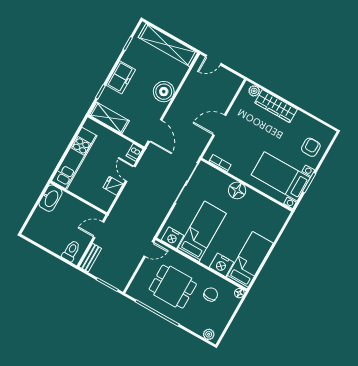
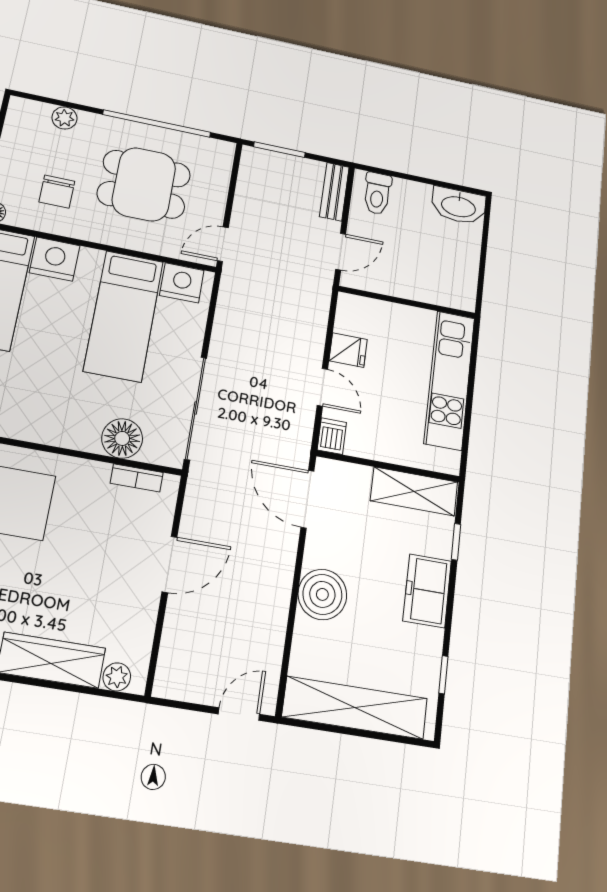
floor lamp: (237, 190) -> (122, 438), moved
washbasin: (51, 198) -> (459, 206), moved, turned -90
plant: (209, 334) -> (64, 118), moved

